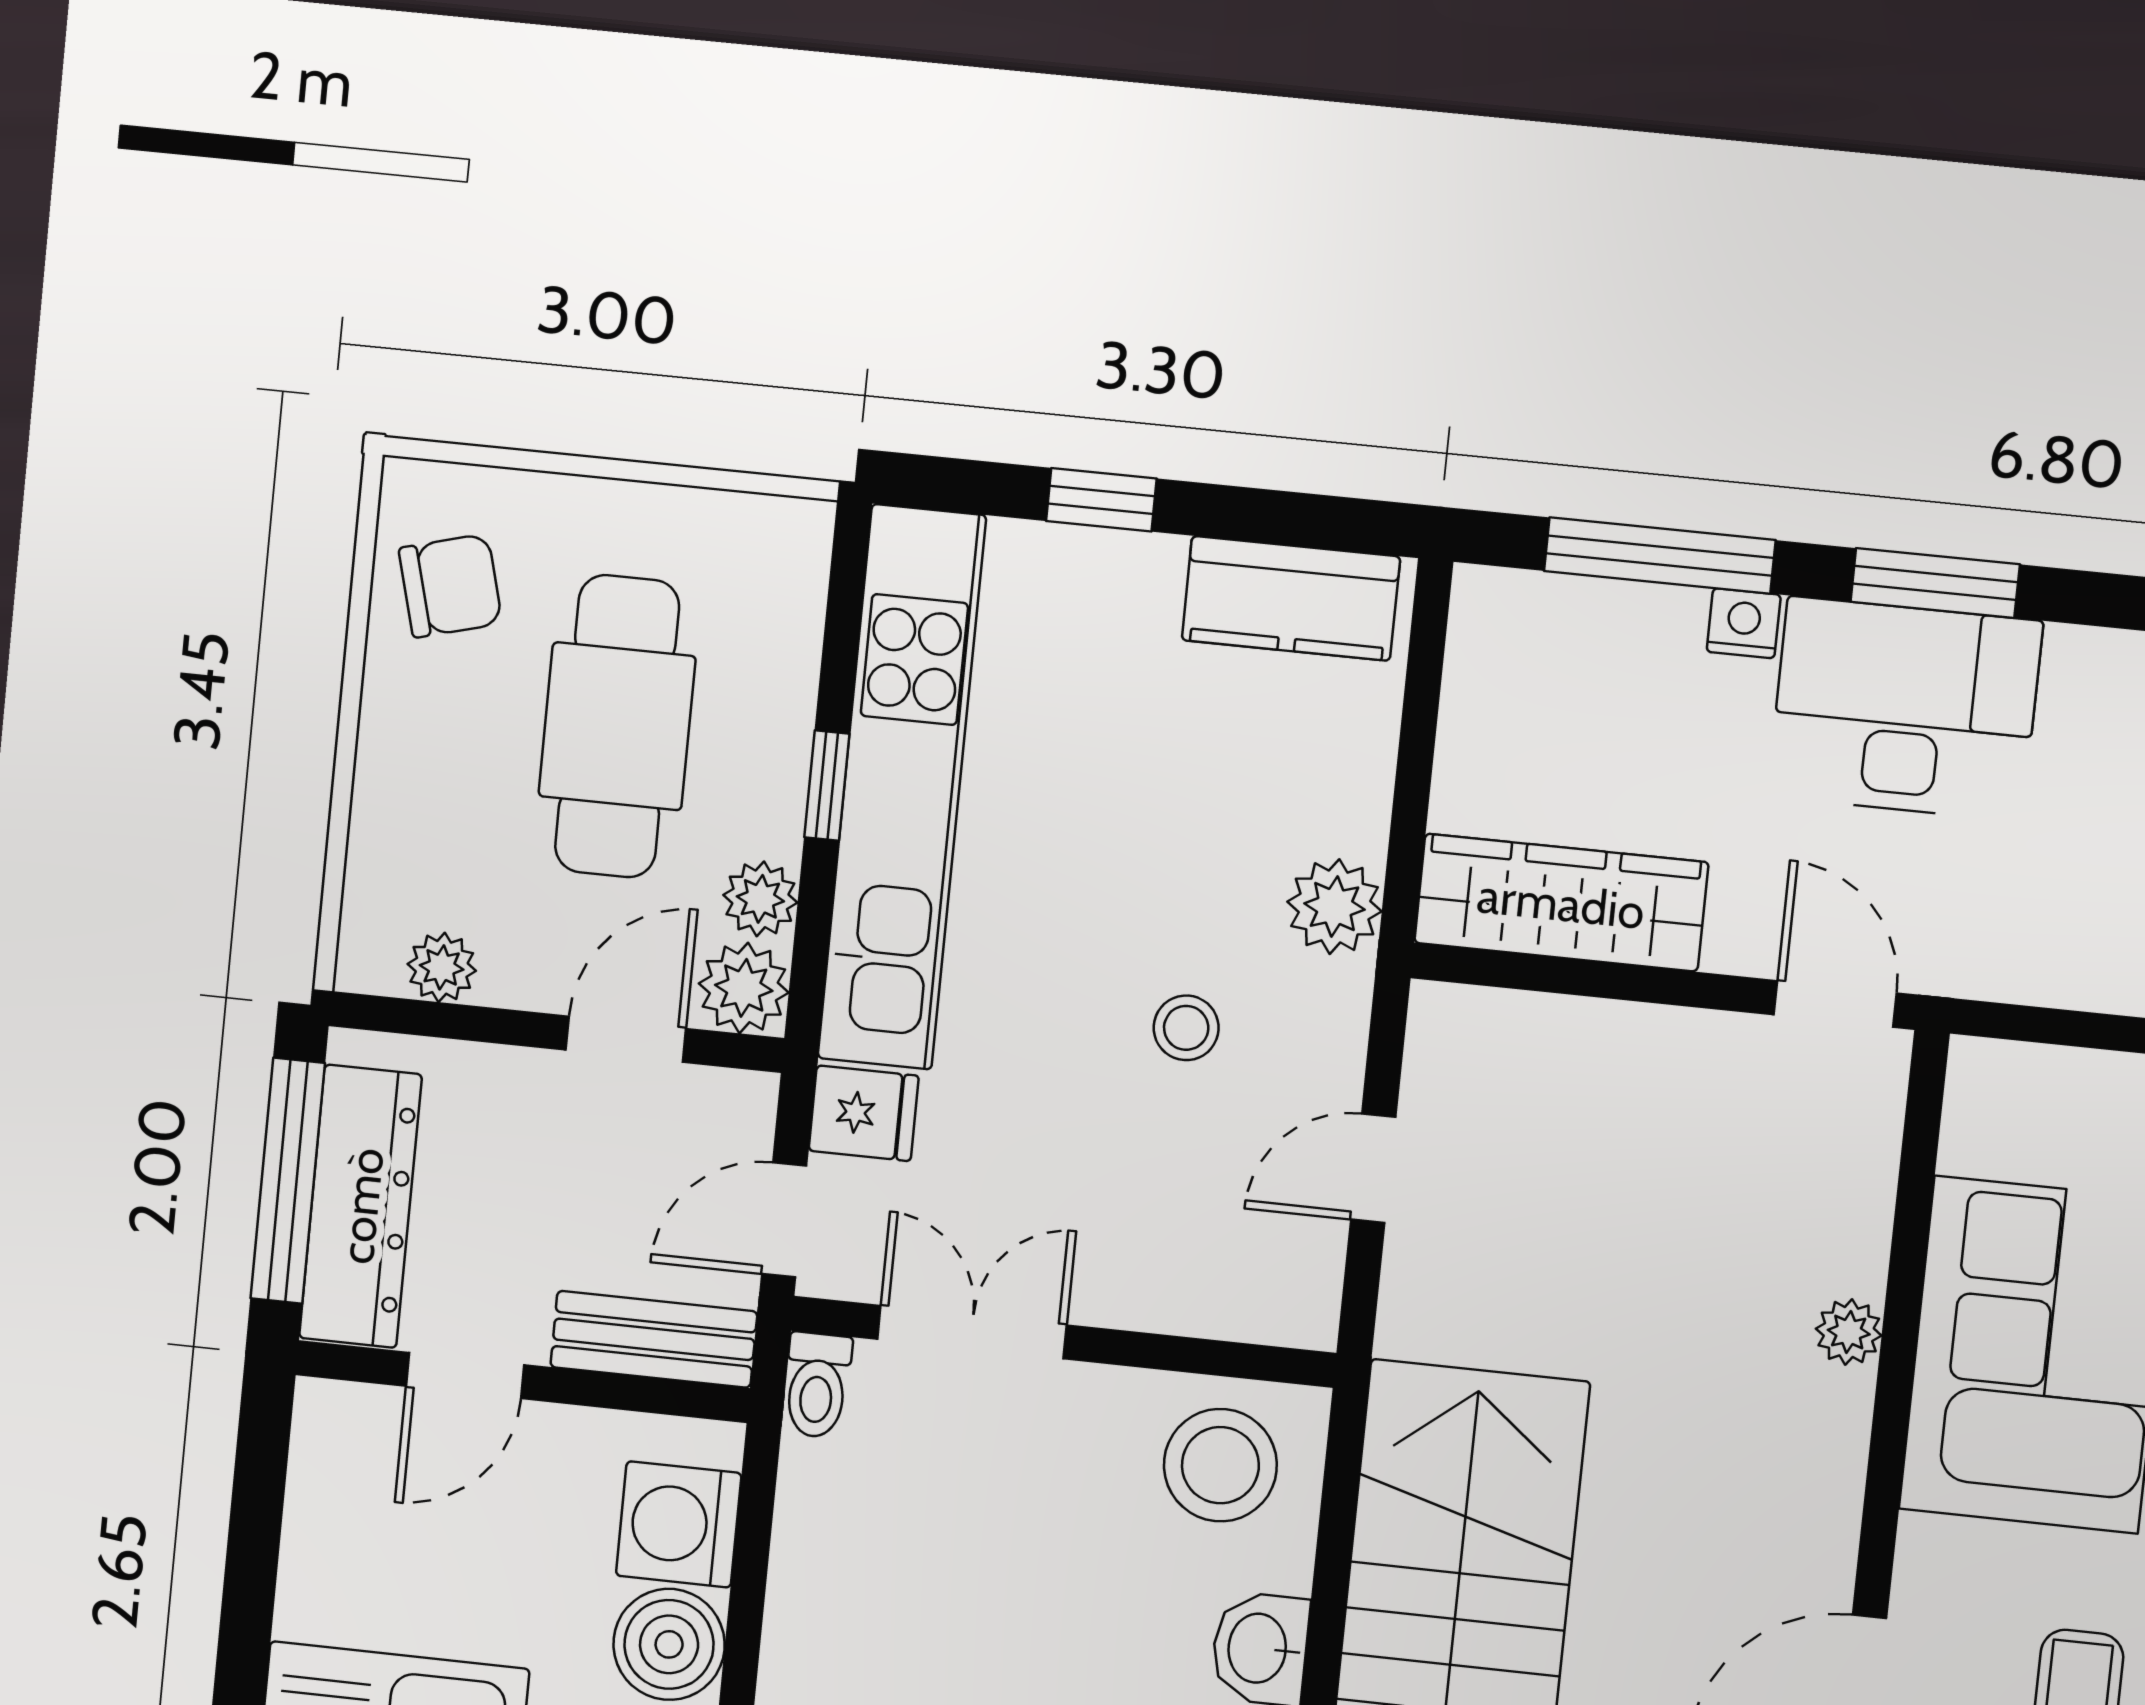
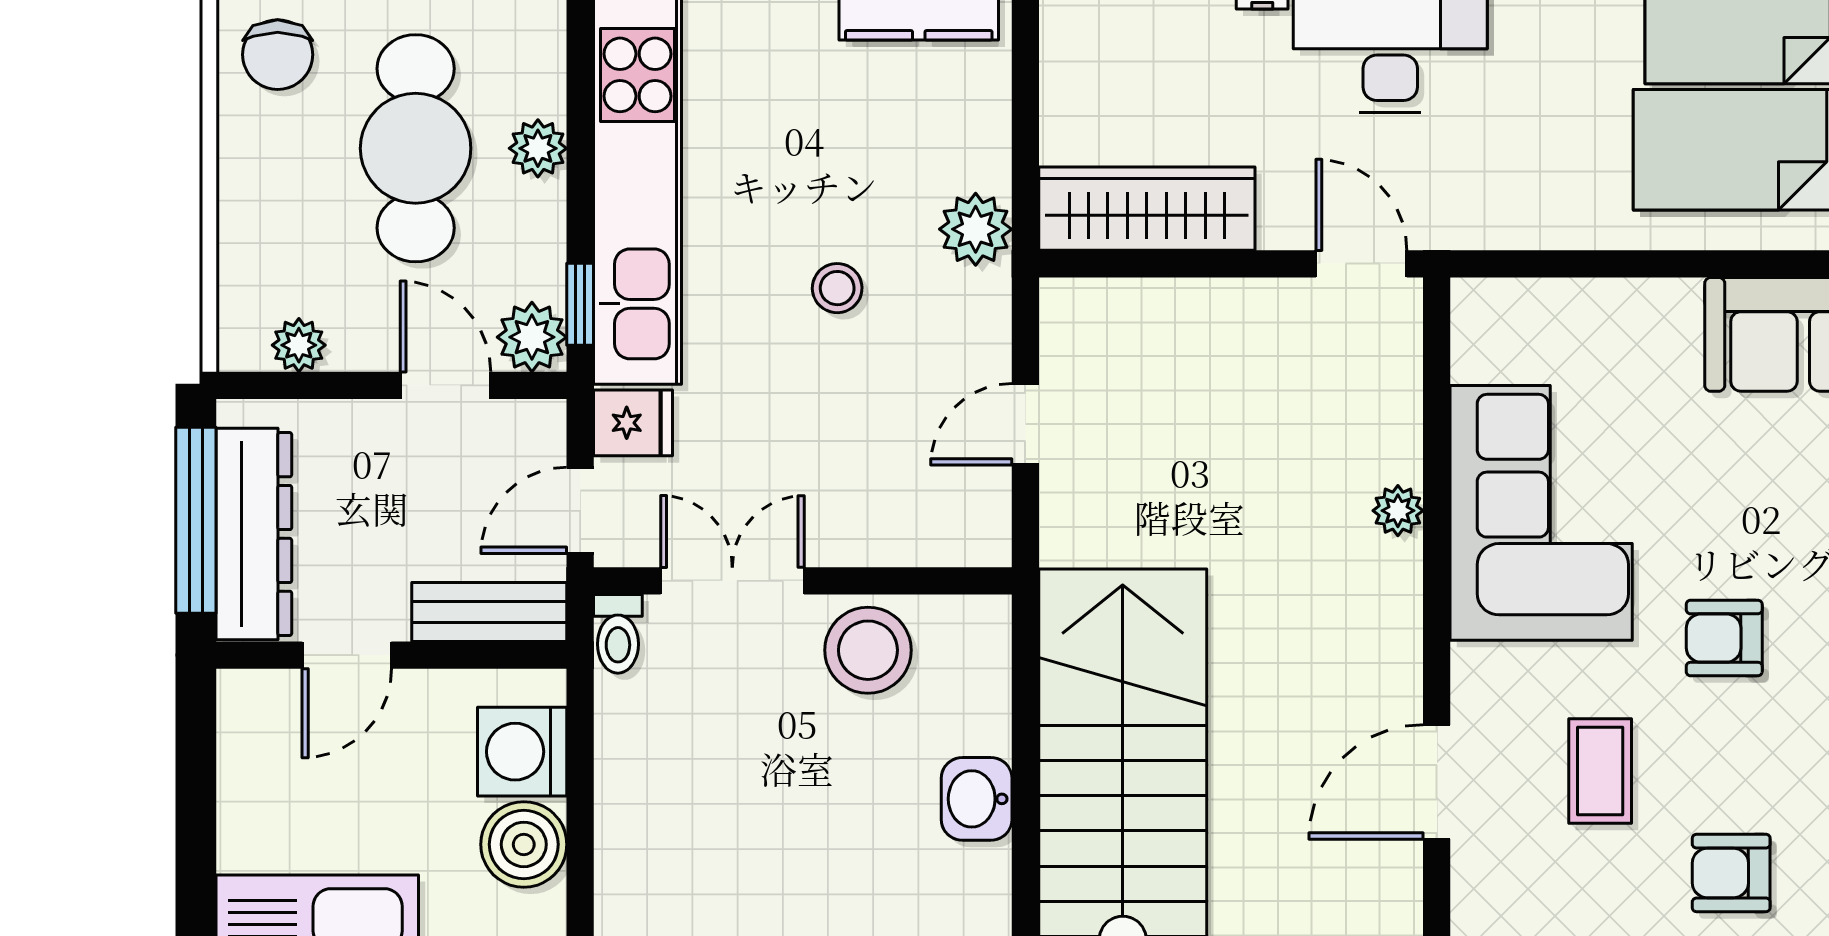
chair: (450, 586) -> (278, 55), turned 105
window: (827, 786) -> (580, 304), moved
plant: (760, 899) -> (538, 148), moved
stool: (1186, 1028) -> (837, 288), moved
door: (626, 1039) -> (445, 385), hinge flipped
stool: (1220, 1465) -> (868, 650), moved

